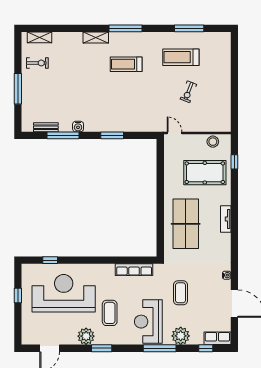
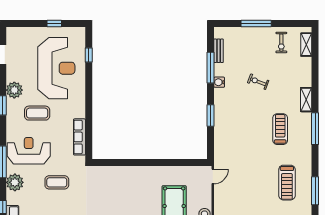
treadmill: (181, 57) -> (287, 183), turned 180
exercise bike: (188, 92) -> (258, 82), moved
table tennis table: (186, 224) -> (124, 187), removed

